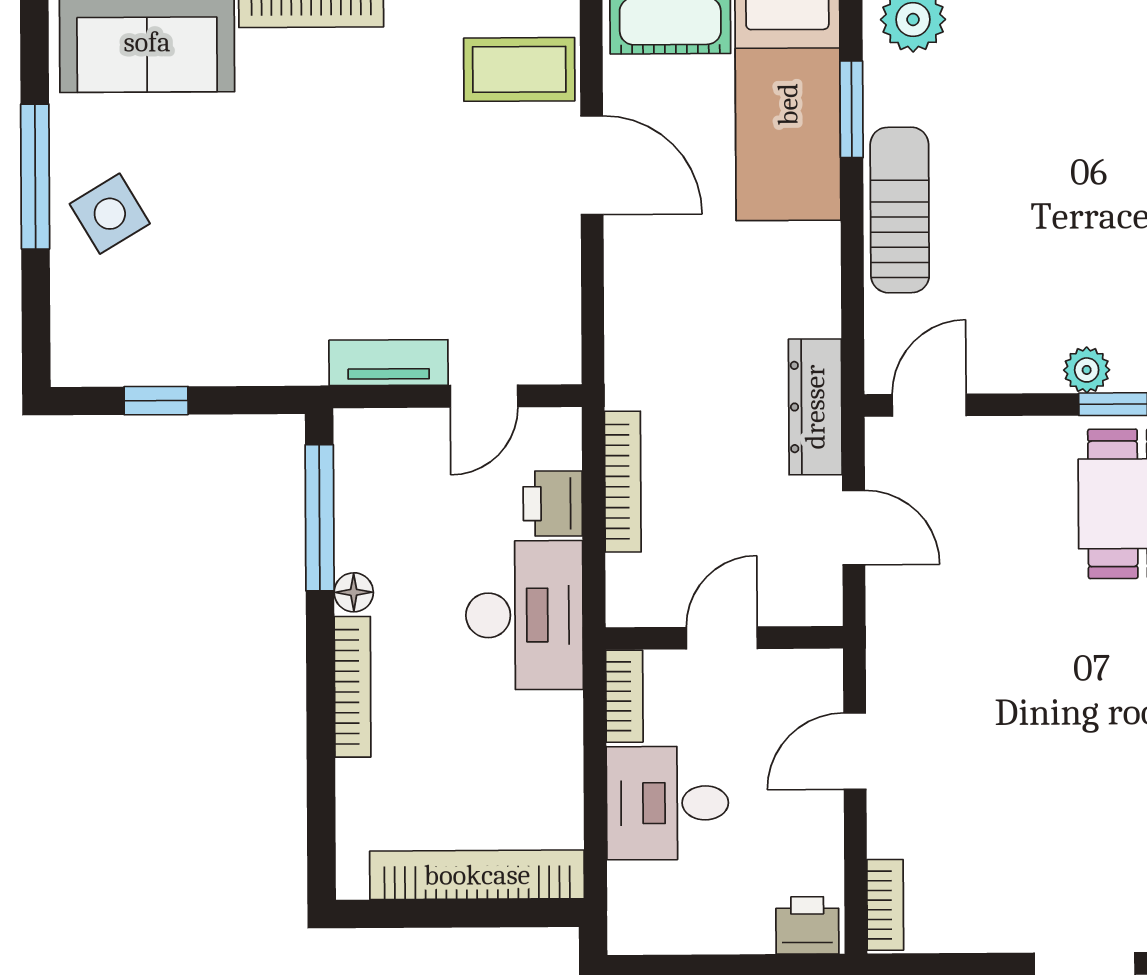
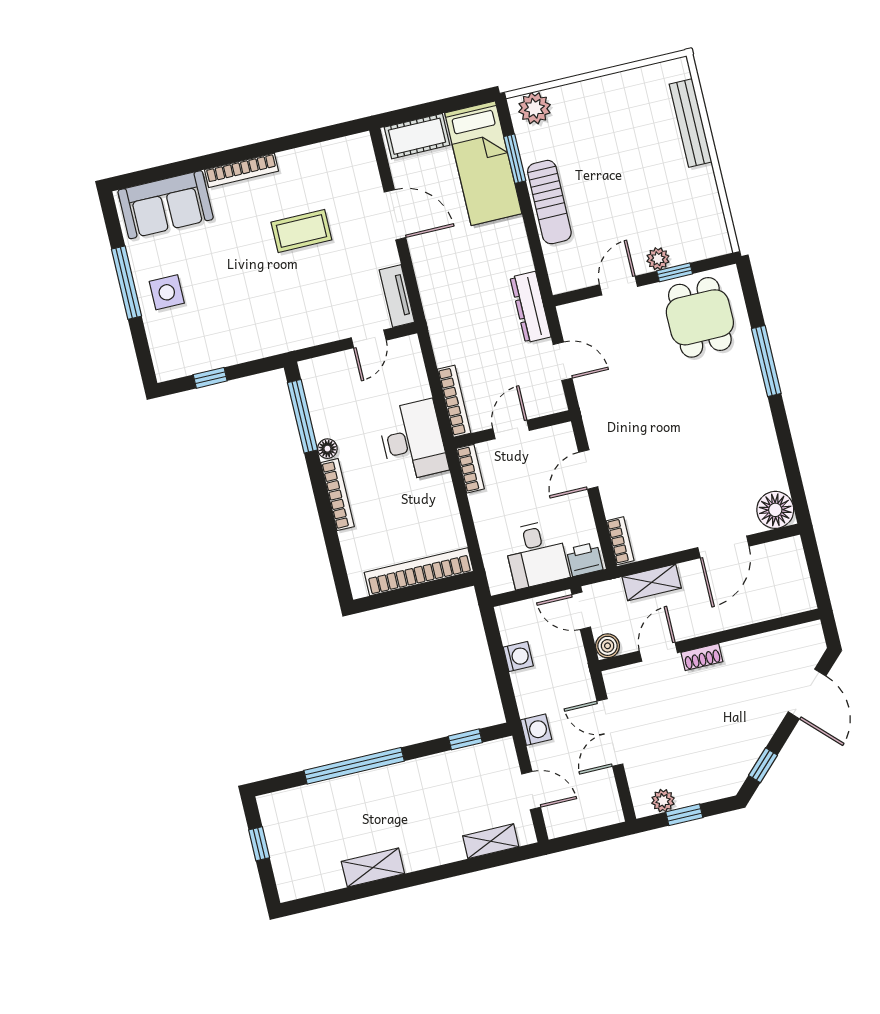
coffee table: (519, 69) -> (301, 231), moved
sun lounger: (900, 210) -> (549, 202), turned 180
side table: (110, 214) -> (167, 292), turned 31
tv unit: (389, 363) -> (397, 296), moved, turned -90
door: (929, 405) -> (619, 286), moved
bookcase: (623, 482) -> (454, 401), moved
printer: (553, 504) -> (414, 383), removed
desk: (667, 803) -> (536, 554), moved, turned -90

